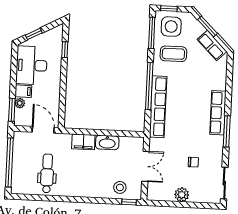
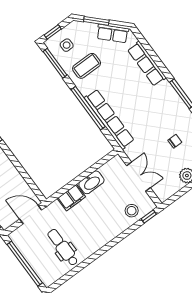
side table: (171, 27) -> (67, 45), width x0.54, depth x0.54
row of seats: (218, 113) -> (147, 64), moved

